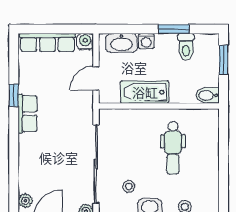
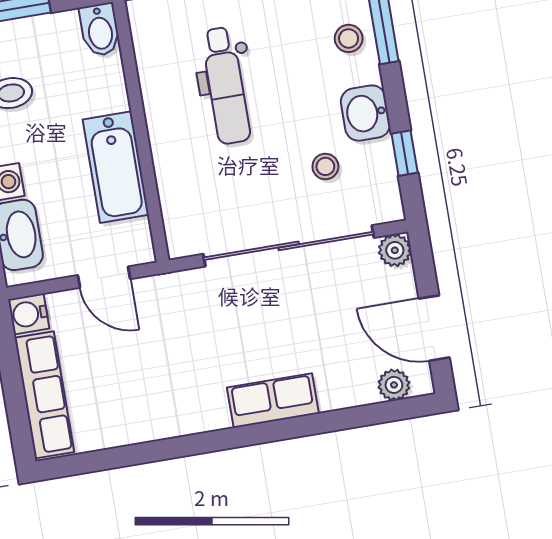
window: (14, 95) -> (170, 448), removed
row of seats: (28, 114) -> (273, 401), moved
dental chair: (173, 148) -> (226, 85), turned 90

